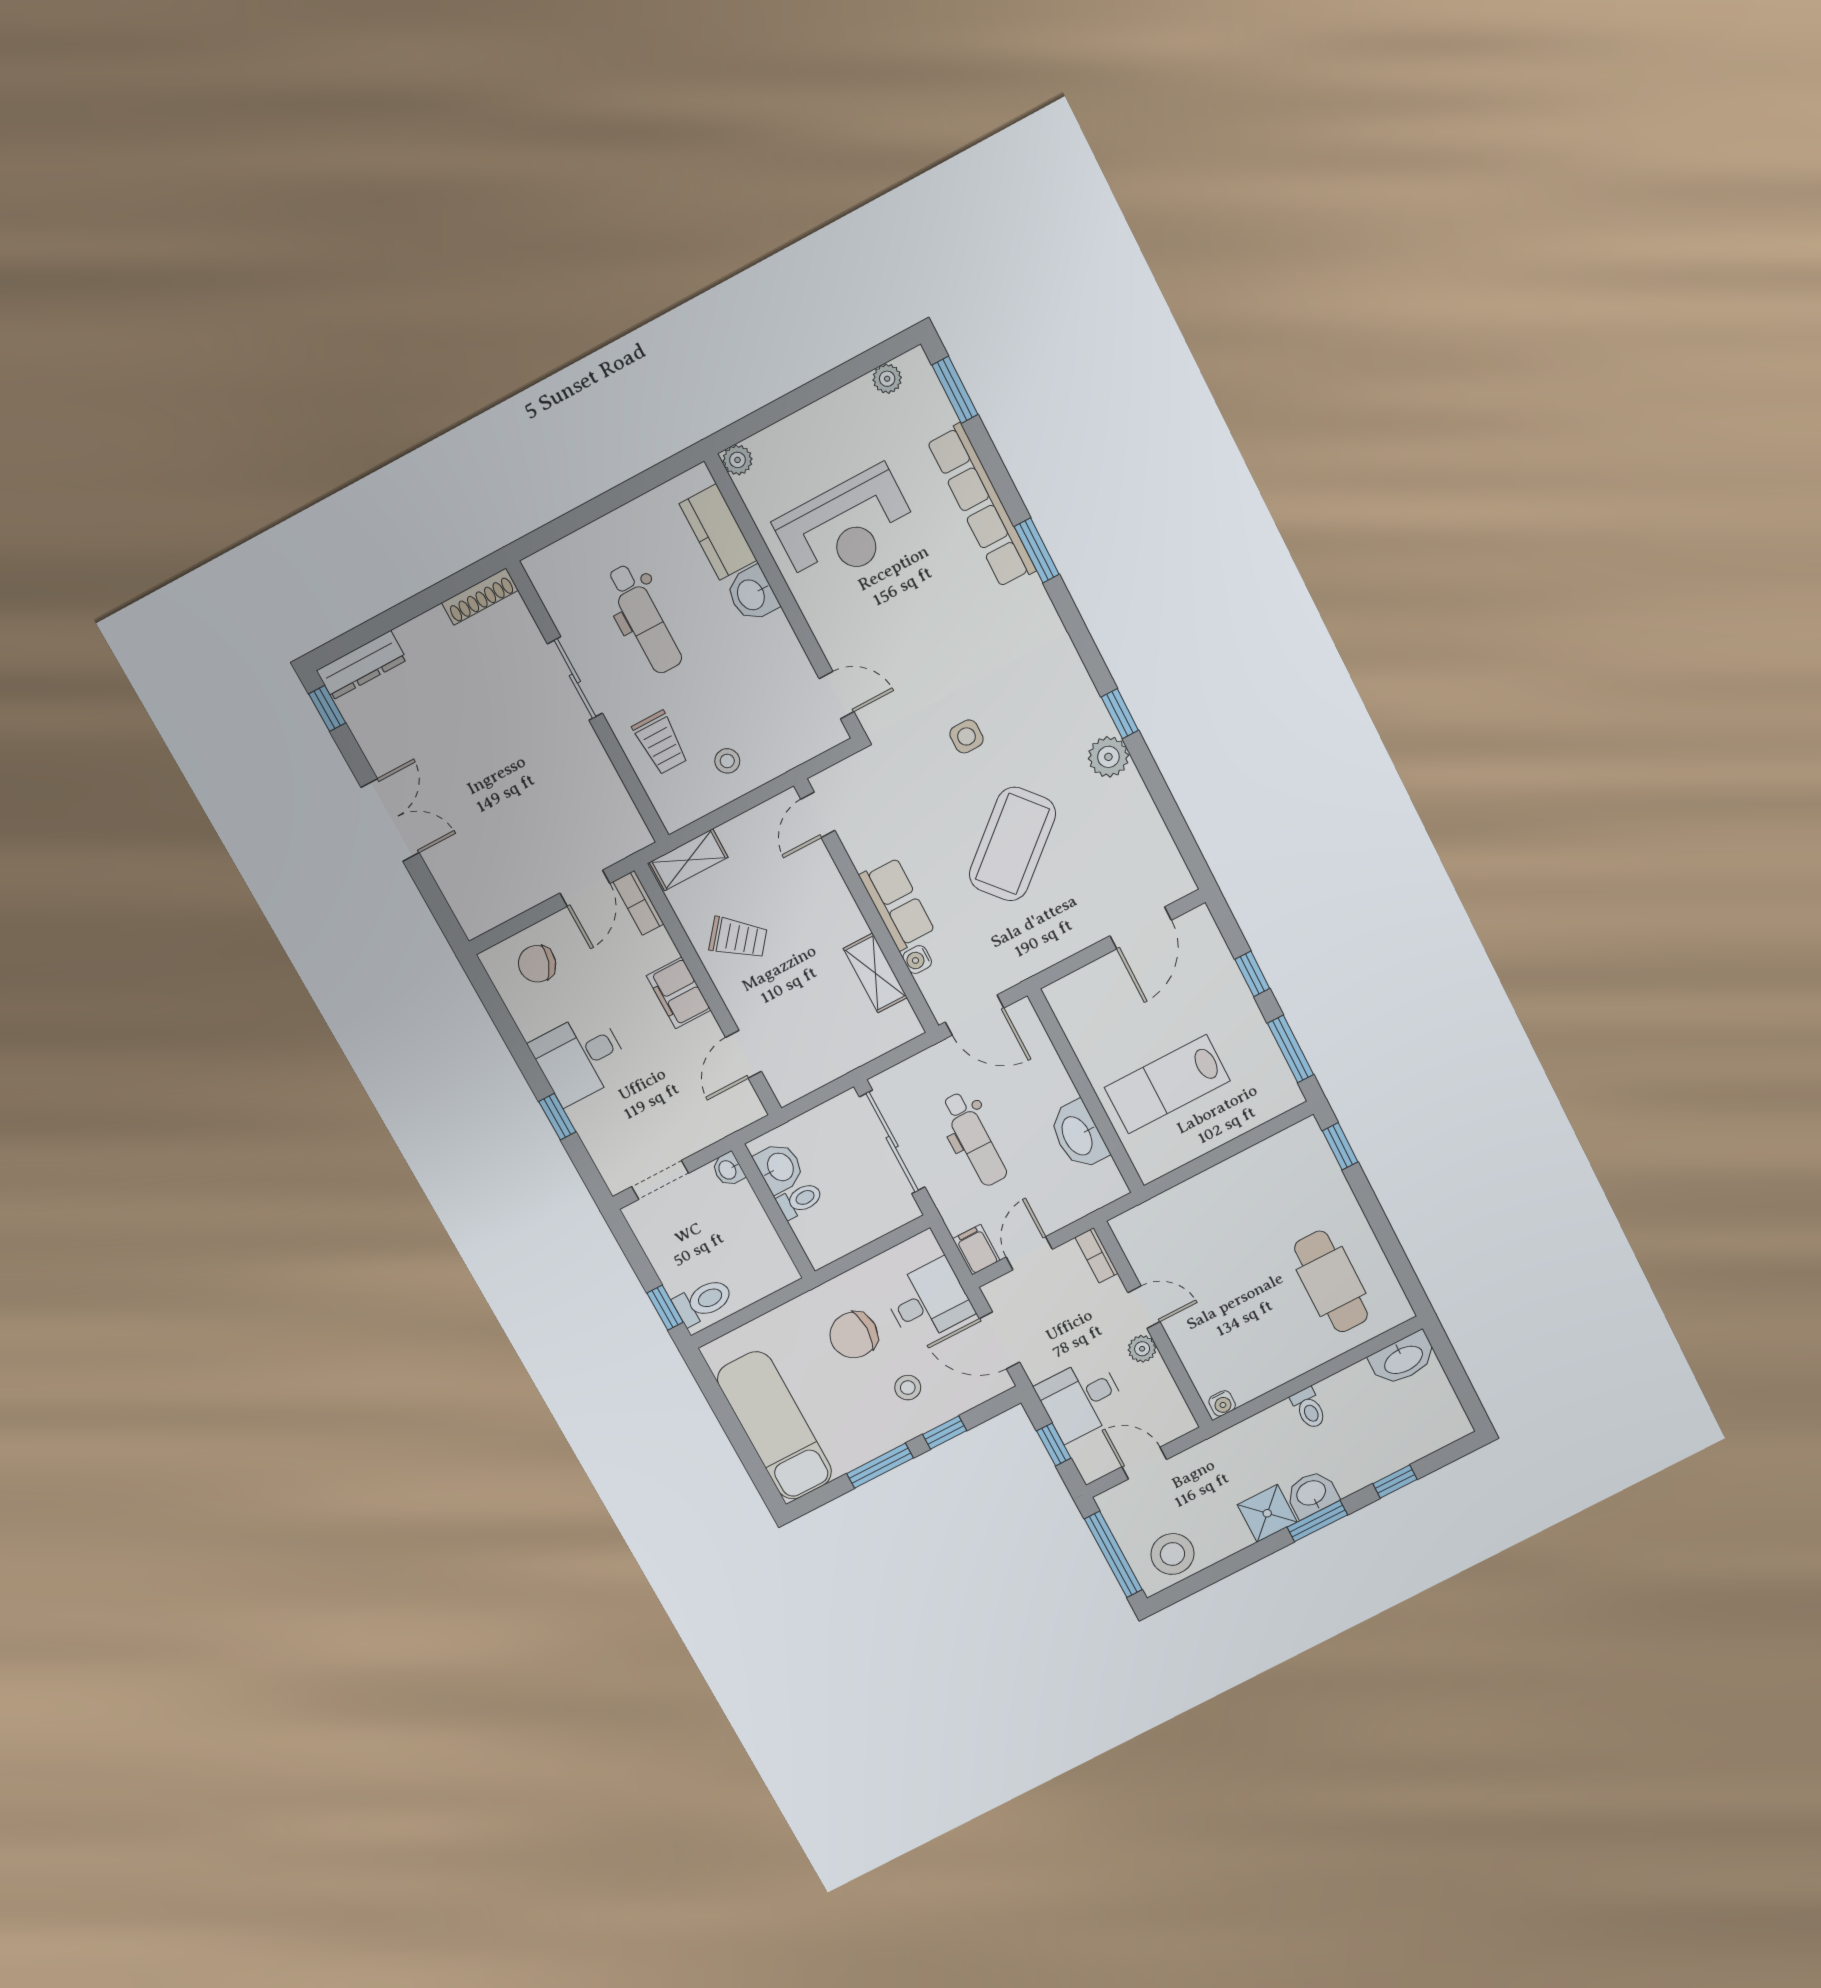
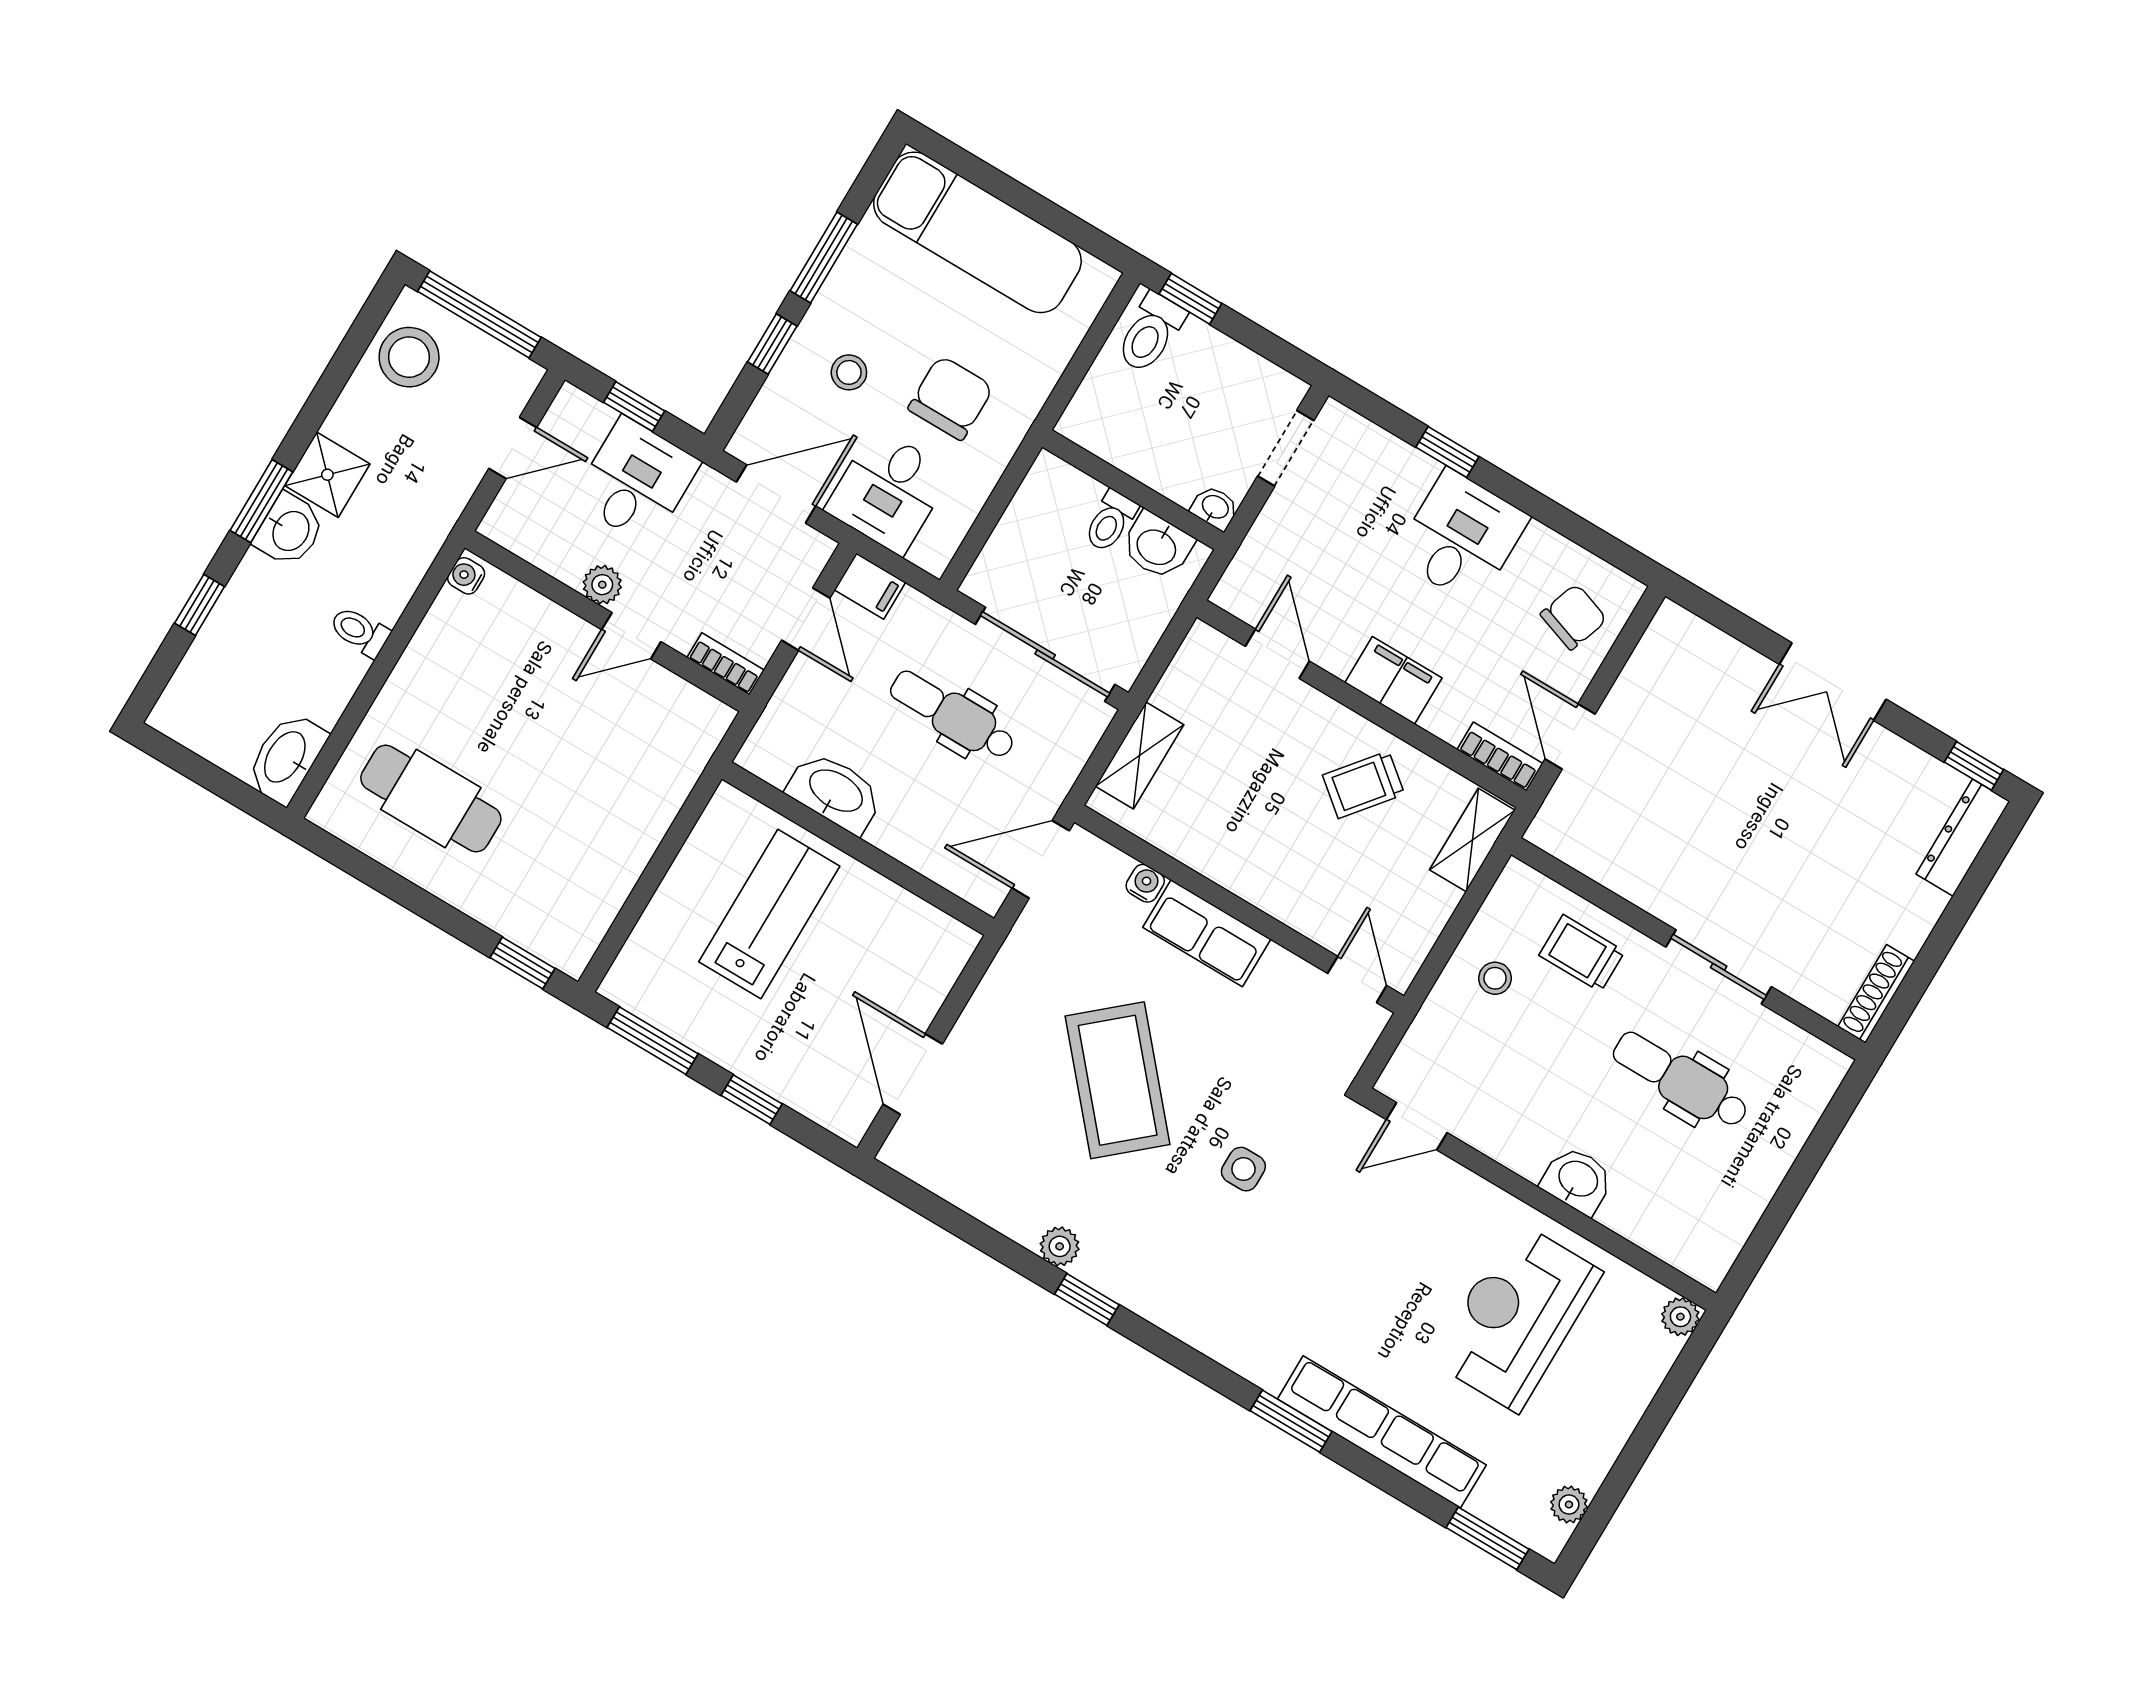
kitchen counter: (718, 532) -> (1655, 1225), removed
plant: (1108, 757) -> (1060, 1246), width x0.73, depth x0.73
shelving: (875, 973) -> (1140, 755), moved, turned 90

